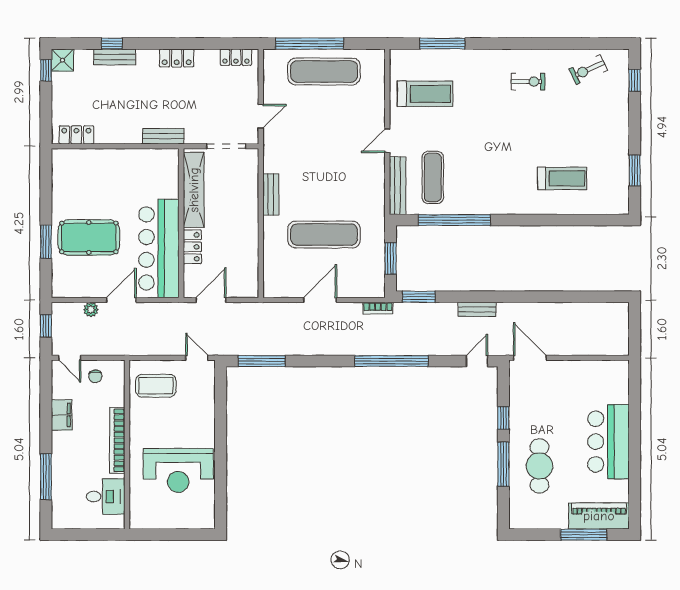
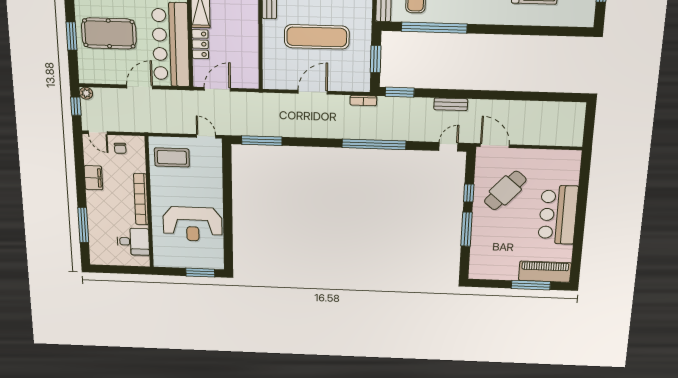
plant: (91, 310) -> (86, 93), moved
cafe table: (539, 466) -> (505, 190), moved, turned 41
window: (186, 535) -> (200, 273), added

